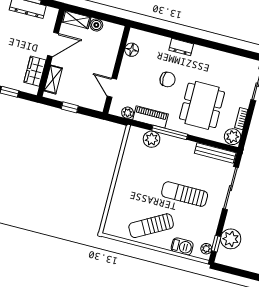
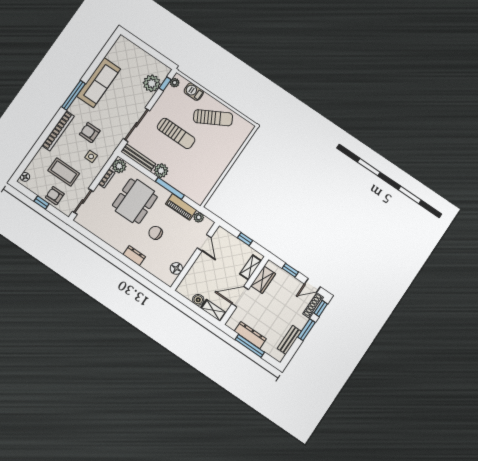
plant: (152, 139) -> (161, 171), moved

